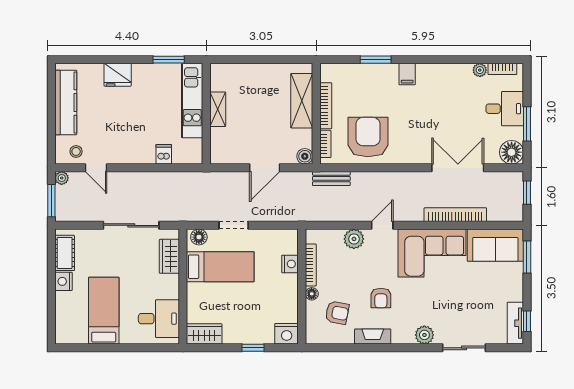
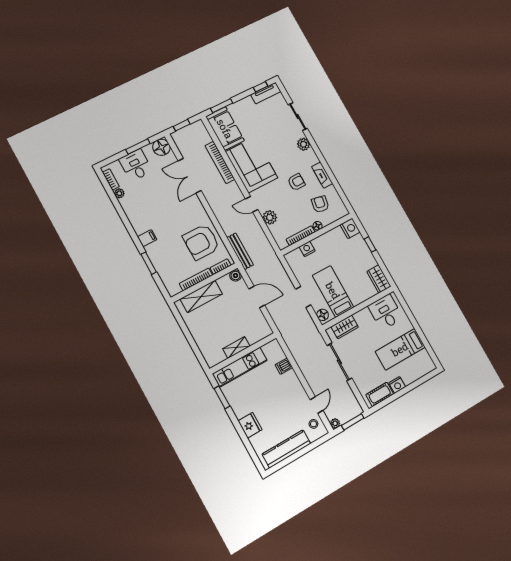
bench: (331, 178) -> (240, 251), width x1.36

